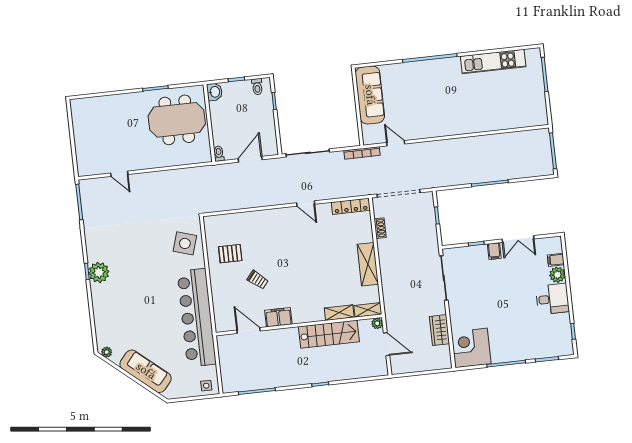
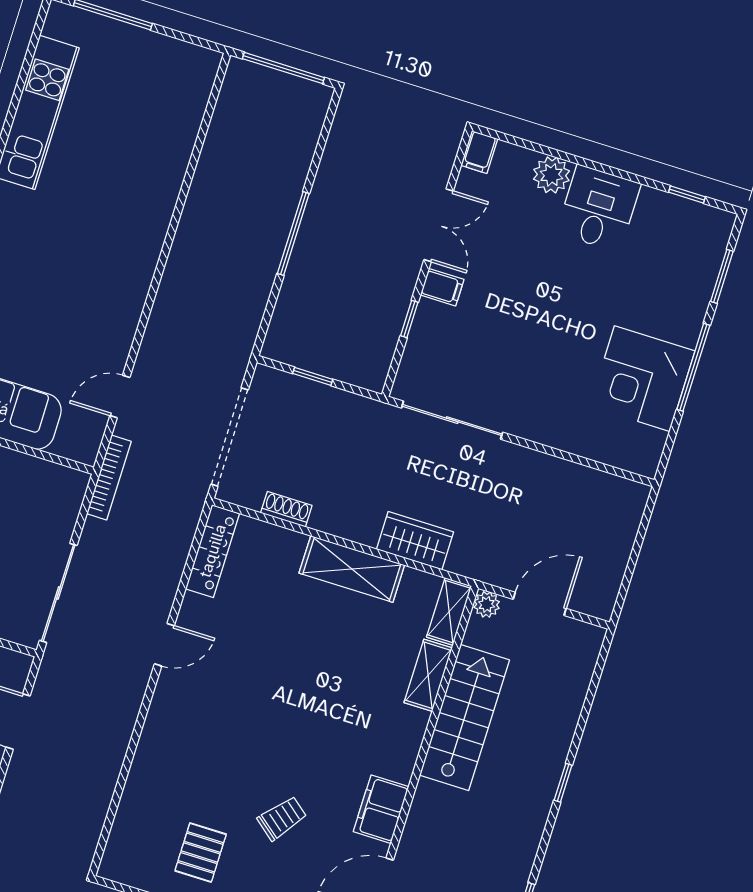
filing cabinet: (556, 260) -> (479, 152), moved
wardrobe: (439, 330) -> (415, 541), moved, turned 180
corner desk: (471, 348) -> (642, 379), moved

